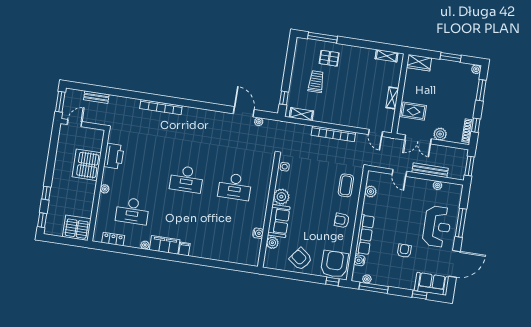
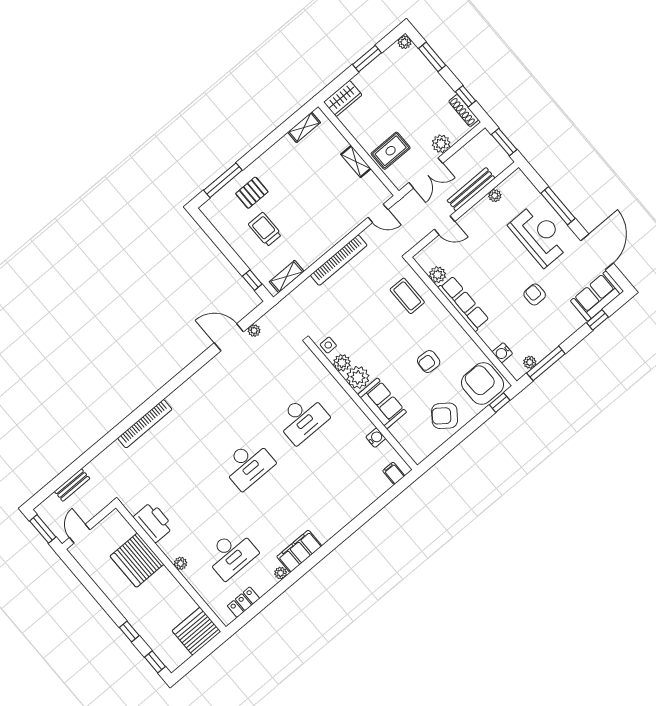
armchair: (342, 220) -> (429, 362), moved
row of seats: (365, 235) -> (463, 304), moved
plant: (272, 243) -> (342, 363), moved
filing cabinet: (184, 249) -> (394, 473), moved

